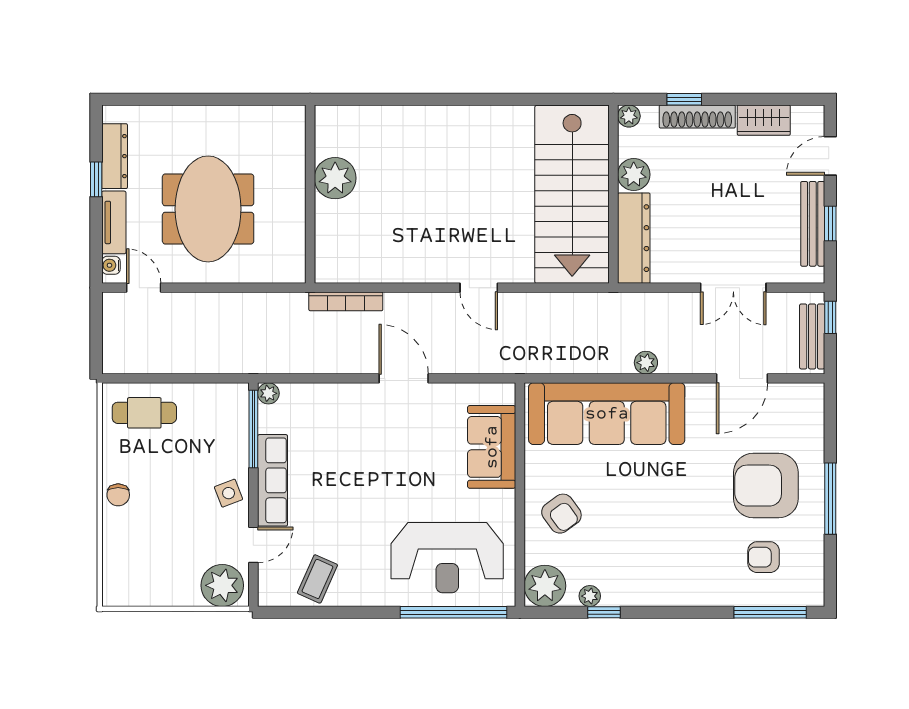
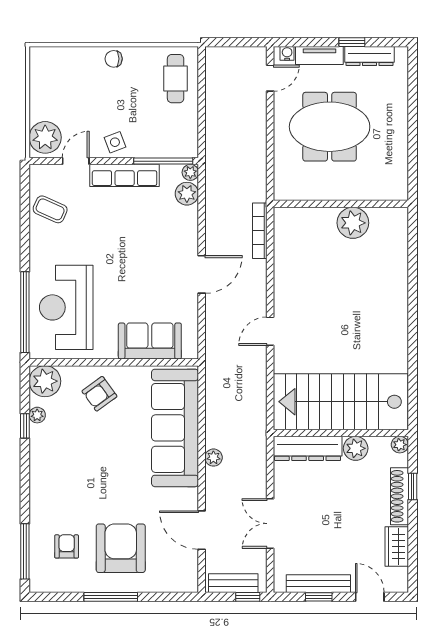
plant: (297, 398) -> (187, 194), added
door: (253, 545) -> (76, 161), swing flipped

